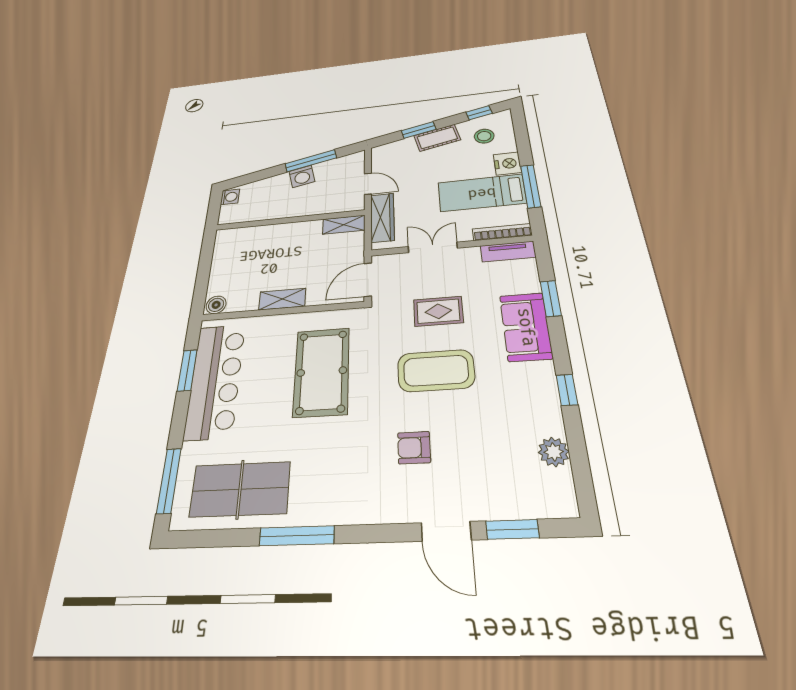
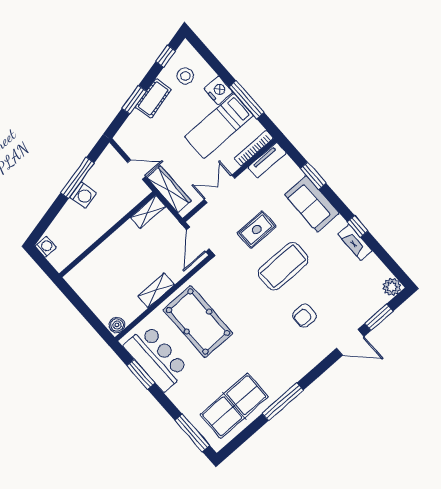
pool table: (322, 372) -> (198, 322), moved
bar counter: (215, 380) -> (156, 358), width x0.73
fireplace: (549, 407) -> (355, 243), added
plant: (554, 452) -> (392, 287), moved

